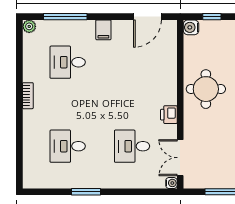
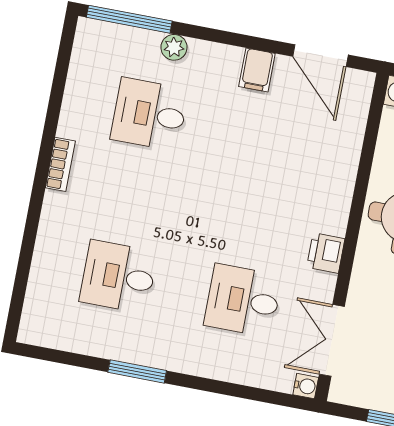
window: (65, 17) -> (129, 19), moved
door: (147, 17) -> (321, 56), hinge flipped
plant: (29, 26) -> (174, 47), moved
filing cabinet: (103, 30) -> (257, 70), moved

